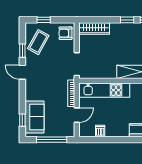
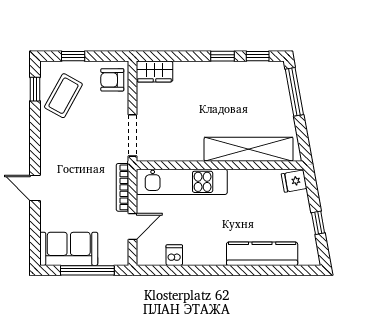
wardrobe: (94, 29) -> (154, 71), width x0.67
window: (22, 51) -> (35, 89), moved
door: (22, 72) -> (35, 188), moved
sofa: (34, 117) -> (69, 249), moved, turned -90
window: (22, 120) -> (35, 236), removed

